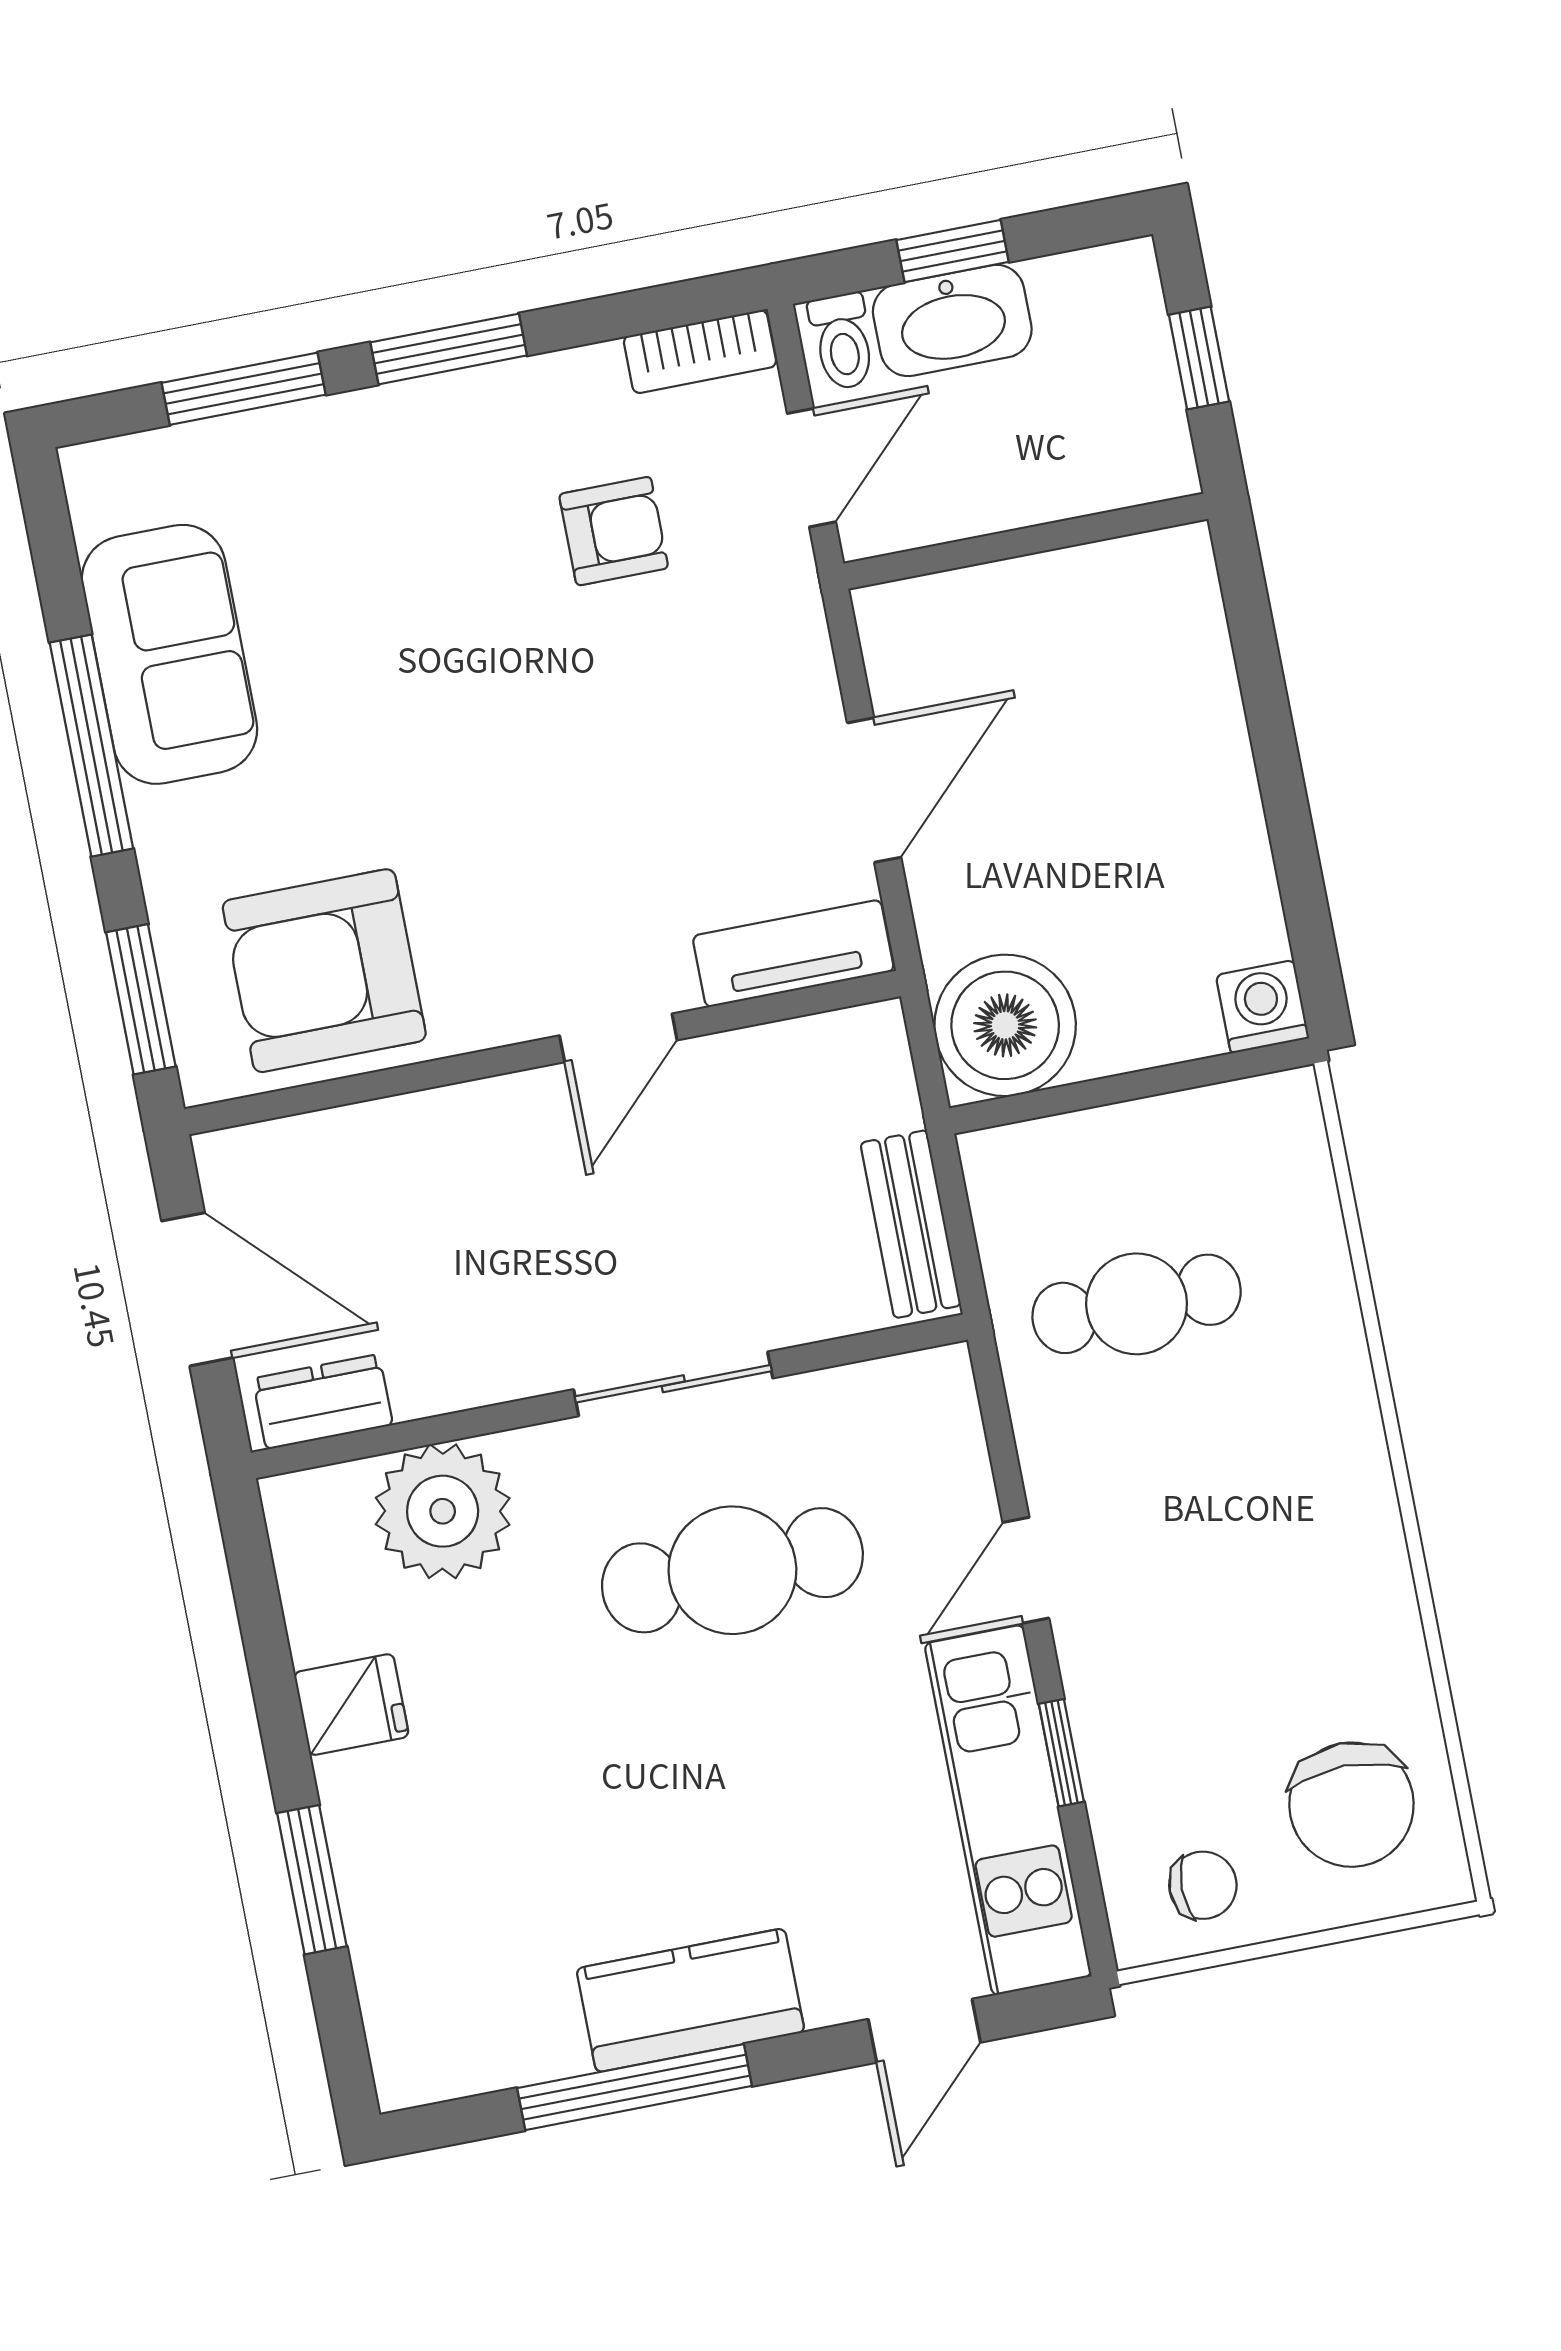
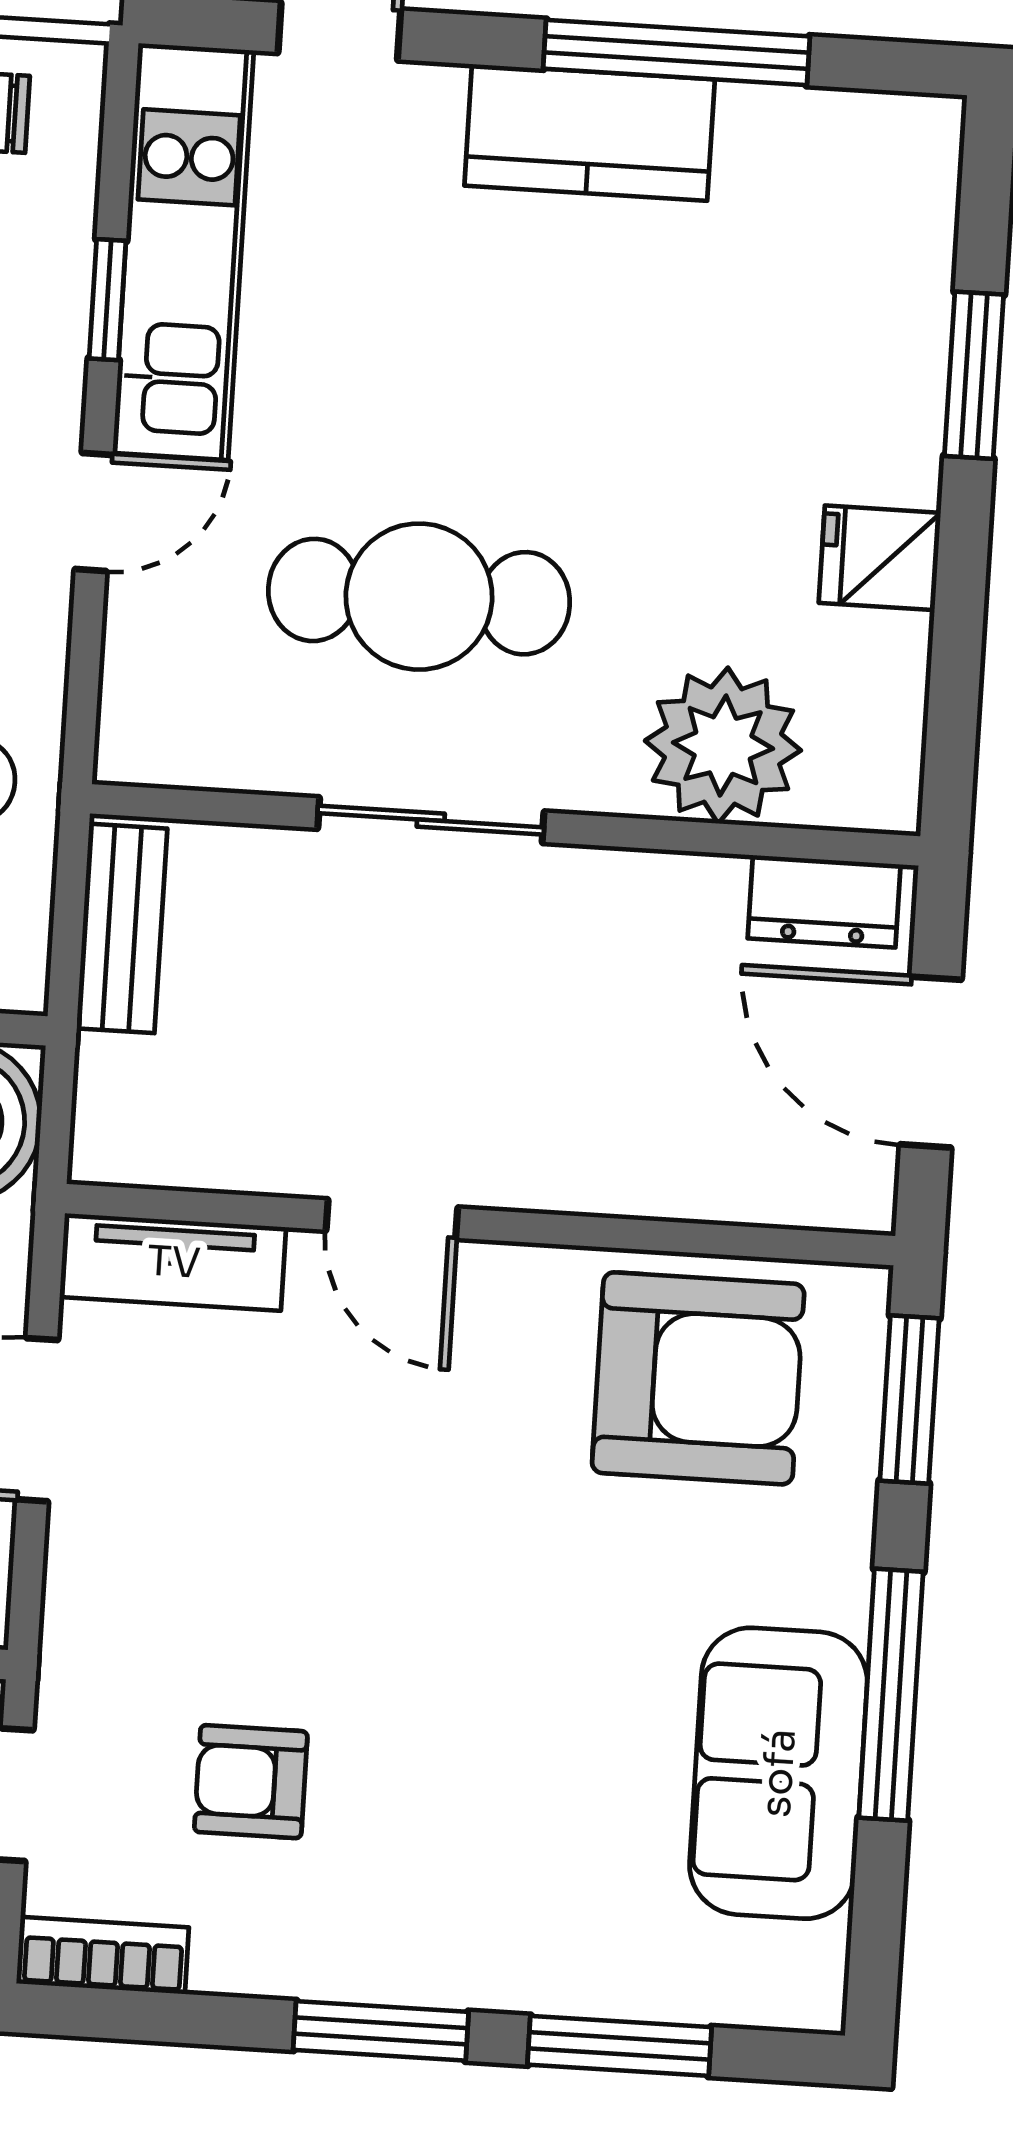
door: (618, 1038) -> (392, 1219), swing flipped

